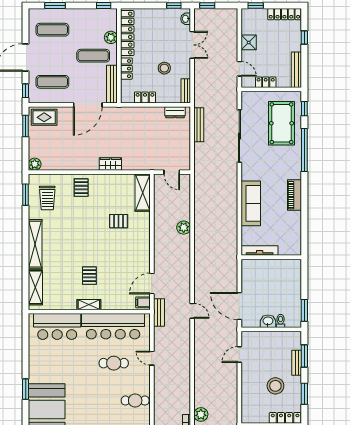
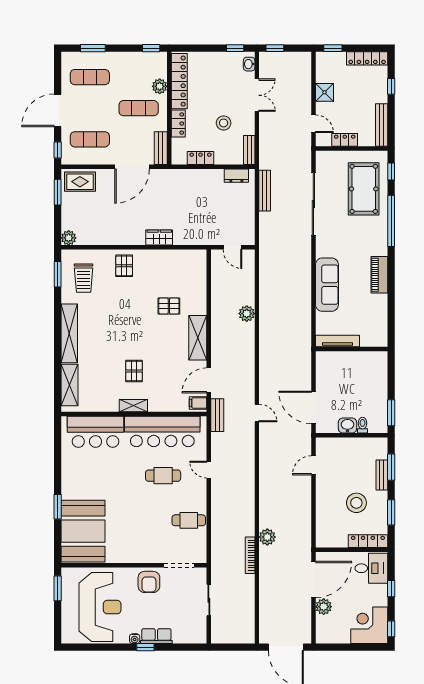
bench: (112, 84) -> (161, 148), width x0.73
shelving: (143, 193) -> (198, 338), moved

